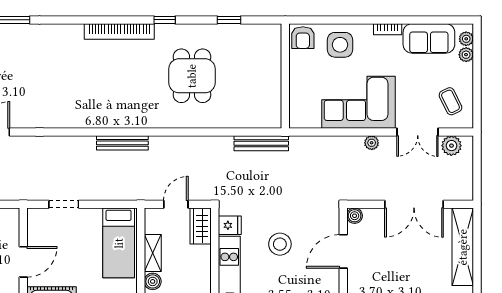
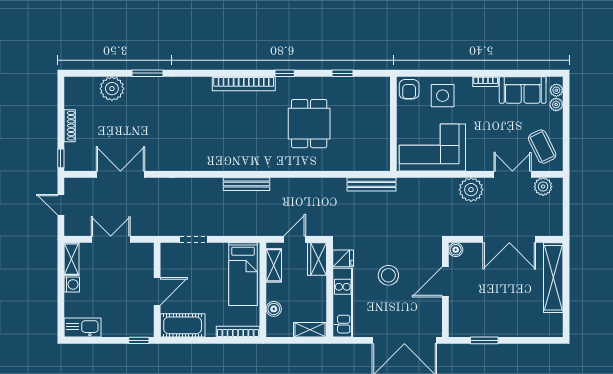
coffee table: (450, 101) -> (542, 147), width x1.36, depth x1.30
corner sofa: (358, 102) -> (432, 147), moved
double door: (418, 132) -> (512, 174), swing flipped
plant: (372, 143) -> (471, 190), width x1.87, depth x1.87
shelving: (153, 253) -> (274, 265), moved

